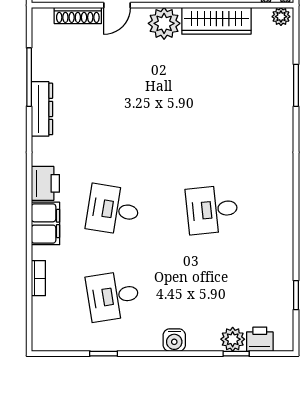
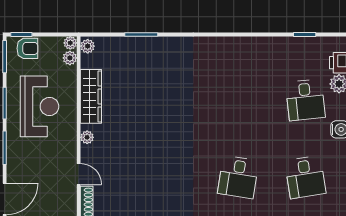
plant: (164, 23) -> (87, 137), width x0.53, depth x0.53
desk: (212, 210) -> (305, 100), moved

